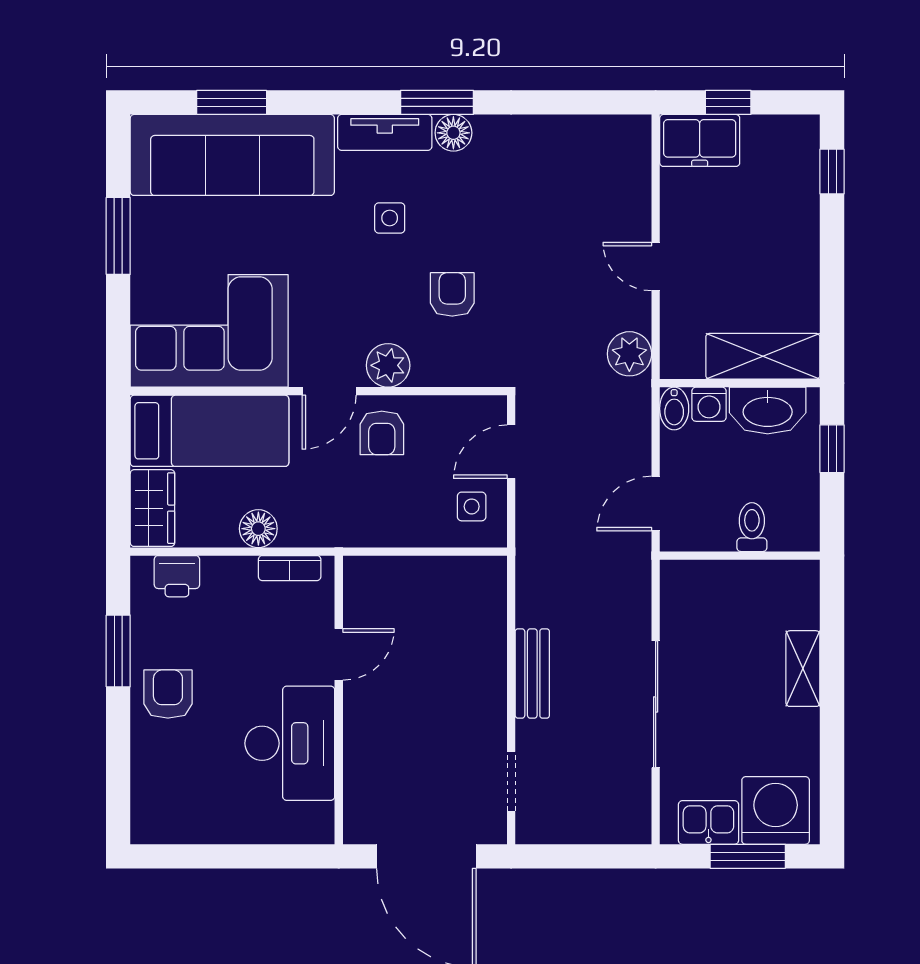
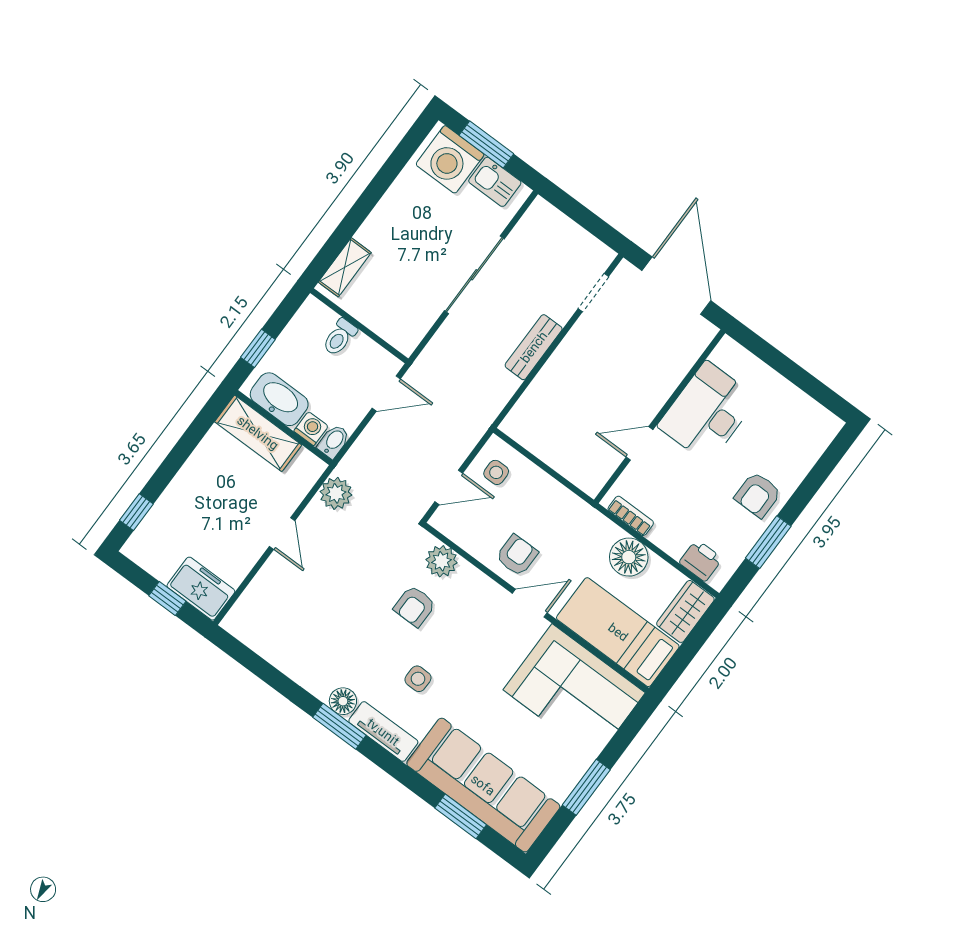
plant: (388, 365) -> (441, 561), moved
floor lamp: (258, 529) -> (629, 557), width x1.38, depth x1.38
shelving: (803, 669) -> (345, 267), moved

